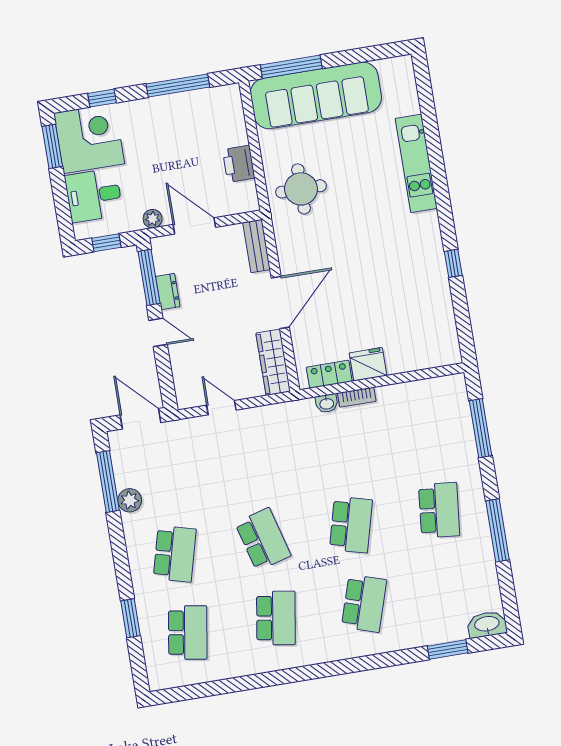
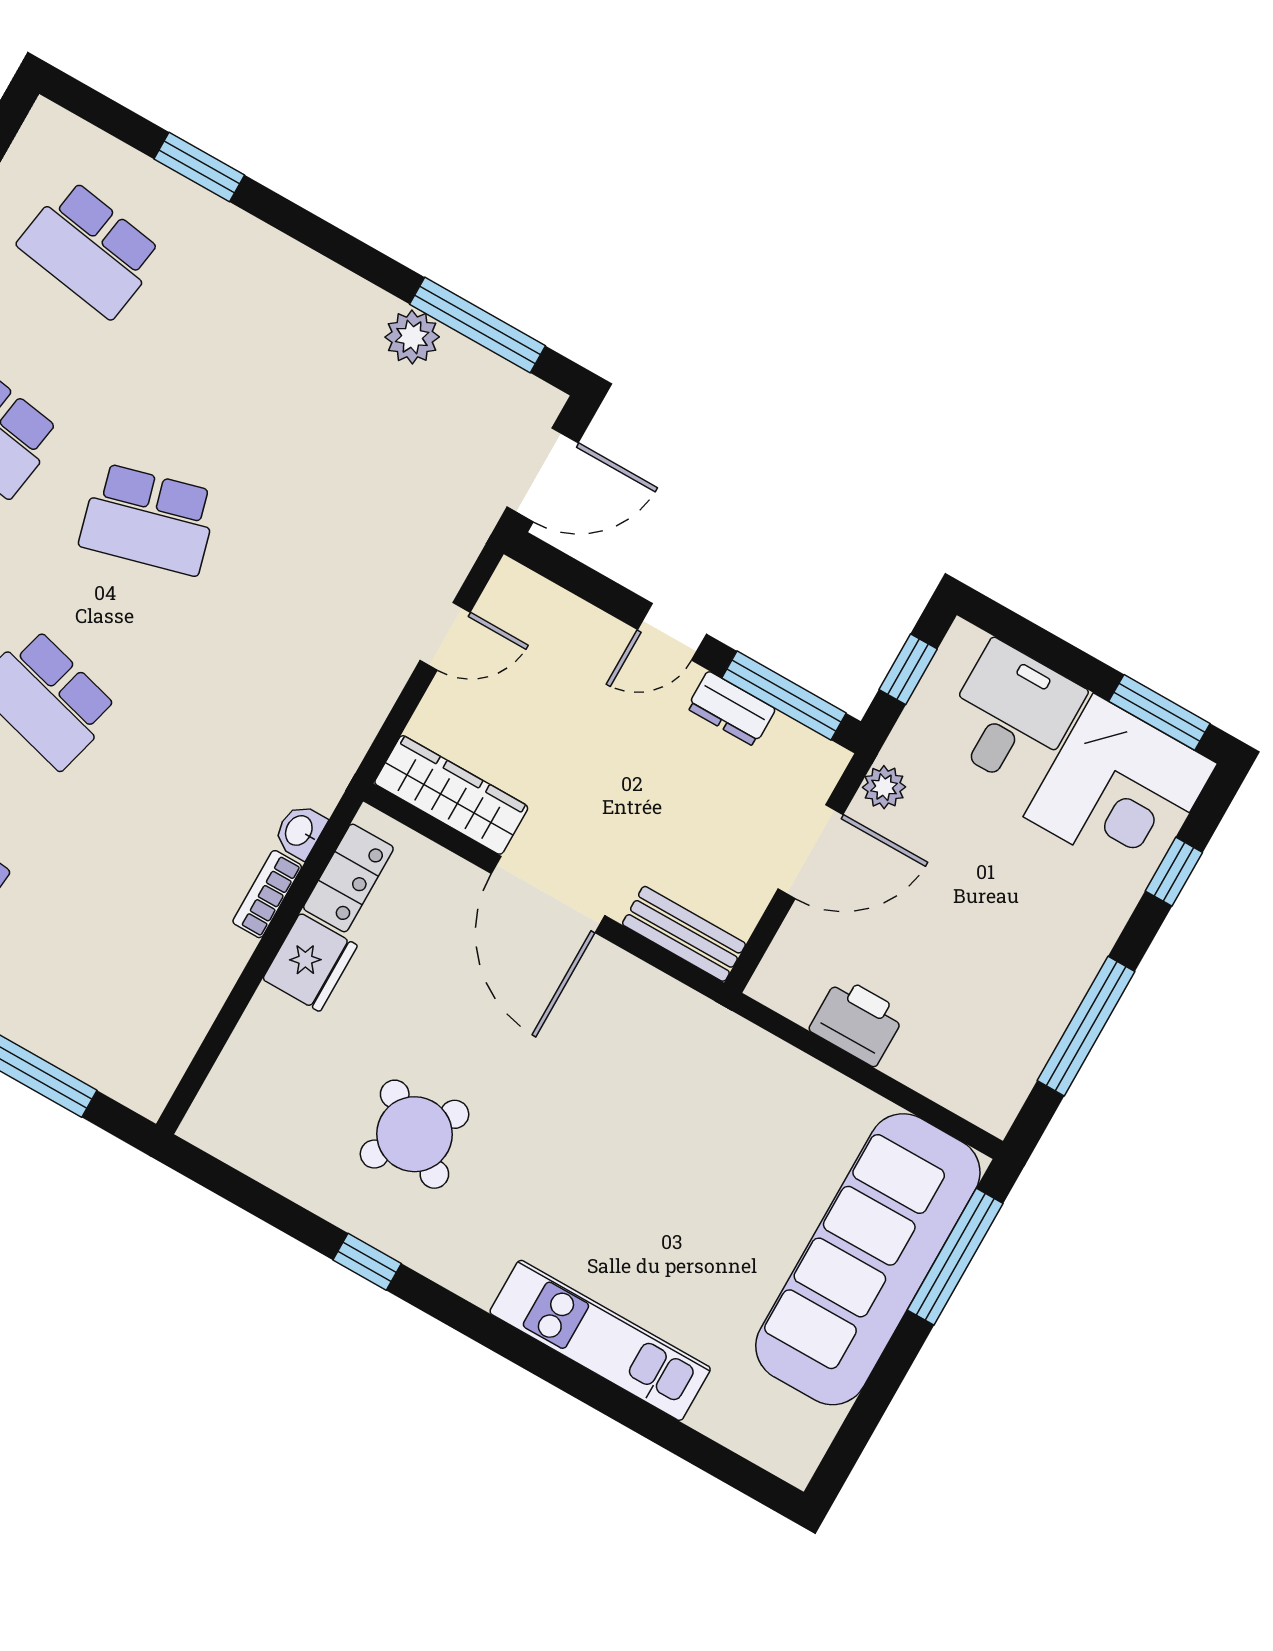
round table: (301, 189) -> (415, 1134), moved, turned 34
school desk: (175, 554) -> (251, 340), removed

